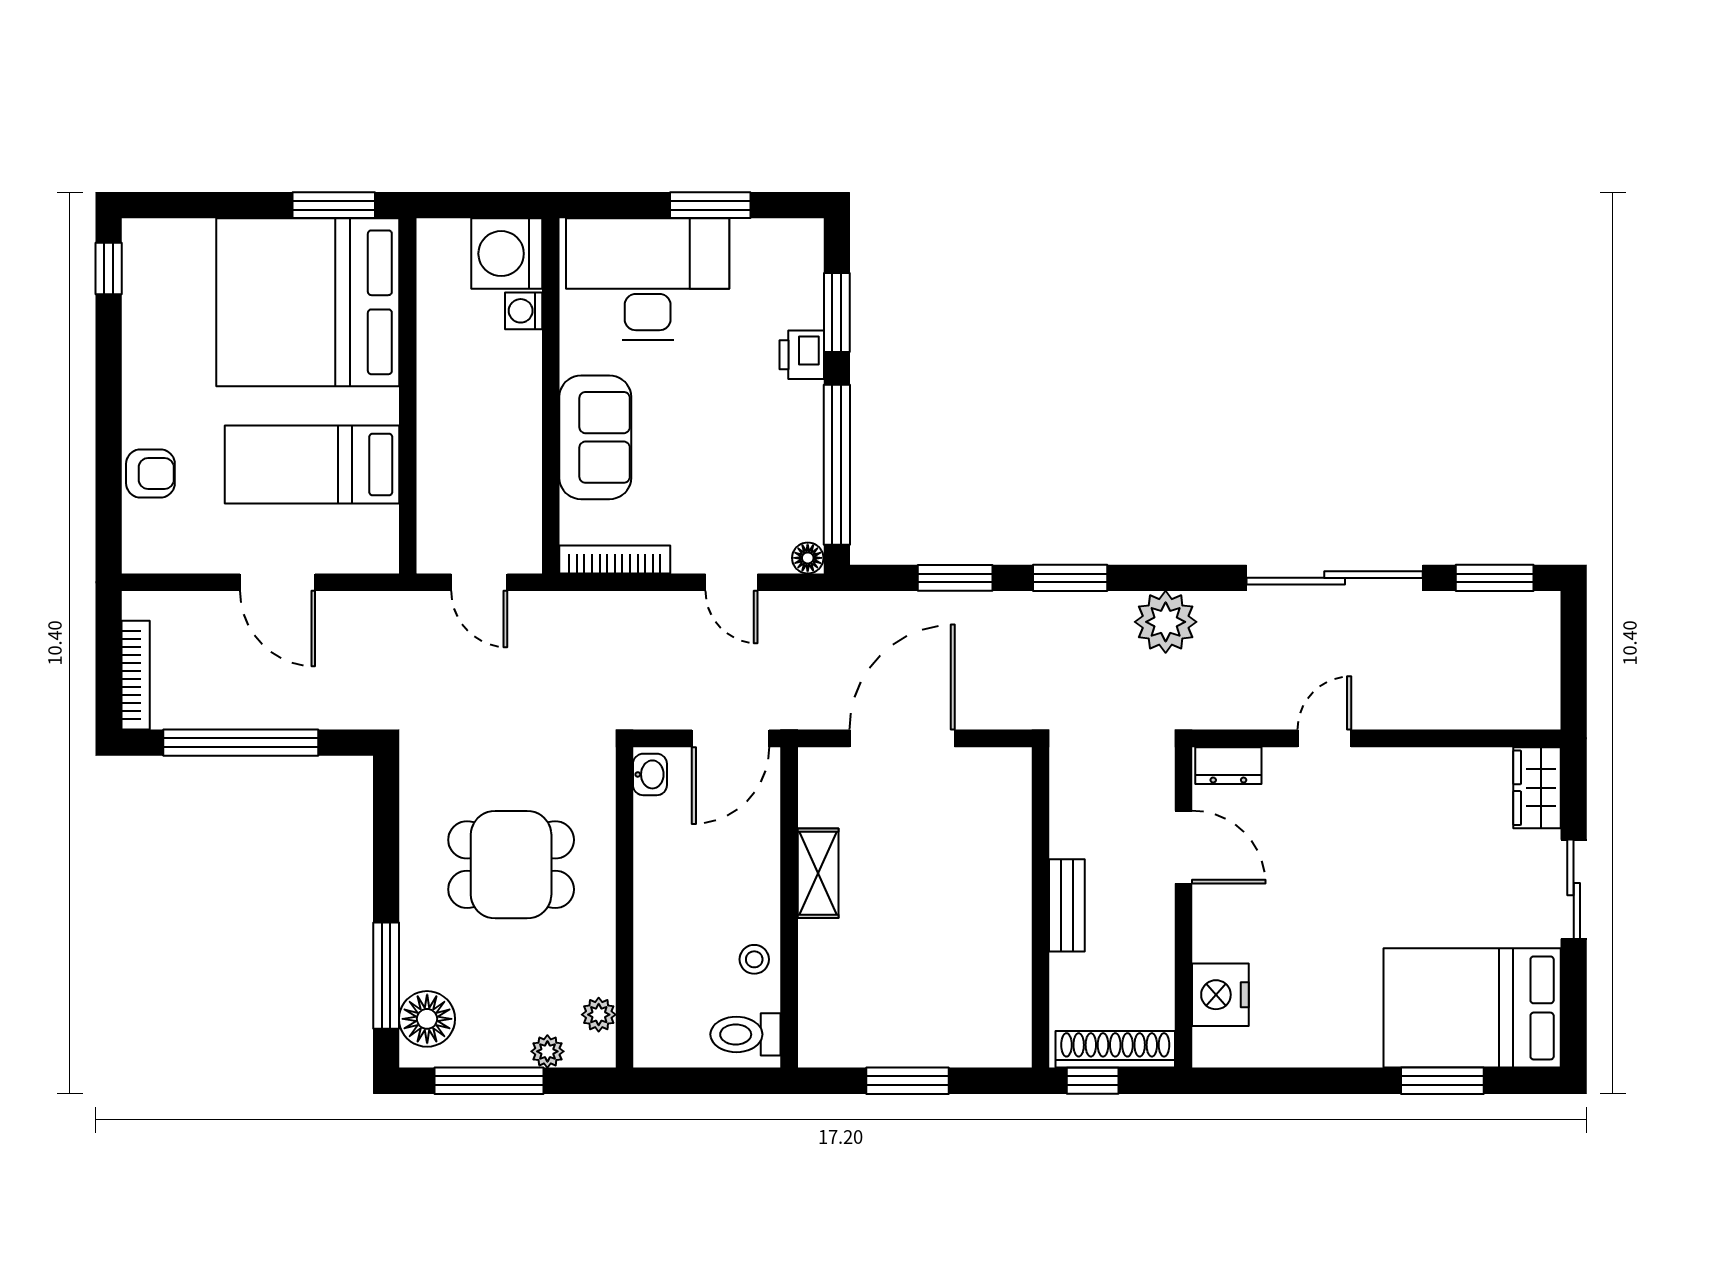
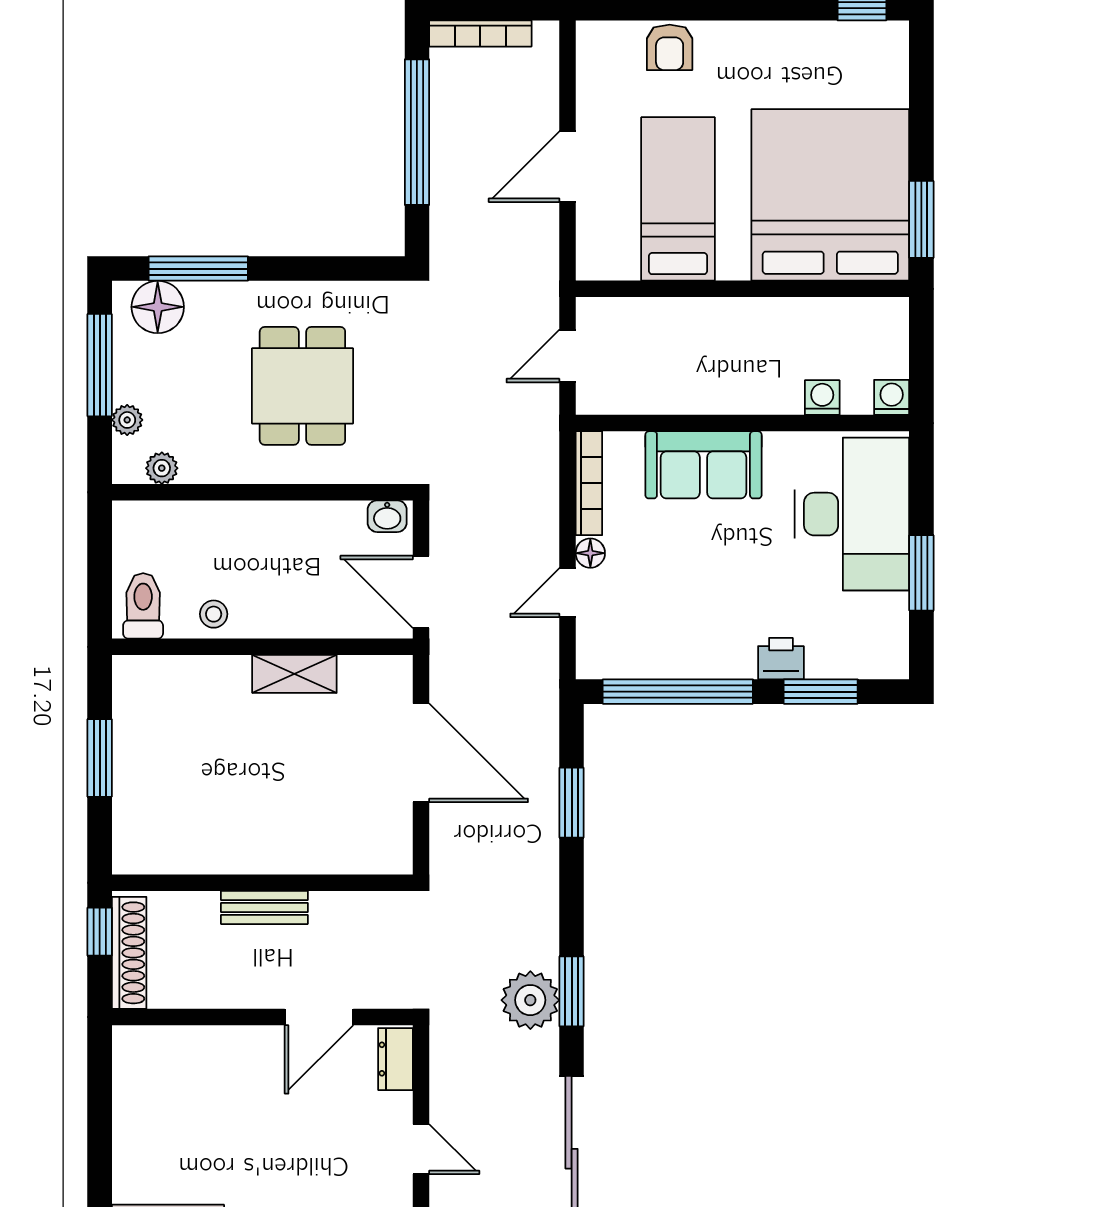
washing machine: (507, 254) -> (892, 397), width x0.53, depth x0.53
floor lamp: (808, 558) -> (590, 553), moved
window: (1070, 578) -> (572, 991), moved
nightstand: (1220, 995) -> (180, 1052), removed

